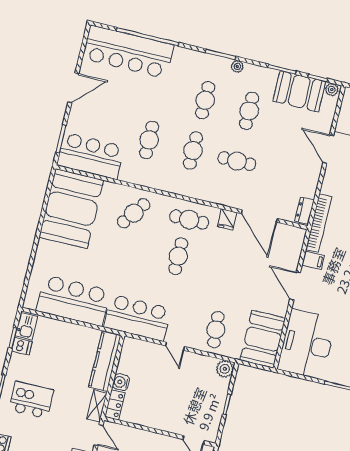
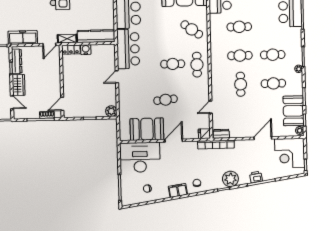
door: (259, 216) -> (211, 107), width x0.53
fridge: (227, 219) -> (204, 134), moved
filing cabinet: (313, 260) -> (192, 147), removed
cafe table: (216, 330) -> (166, 100), moved
booth: (263, 339) -> (147, 129), moved

